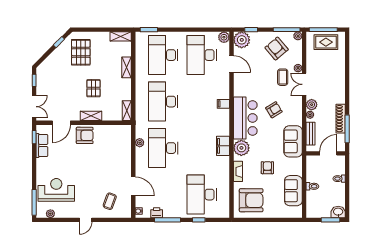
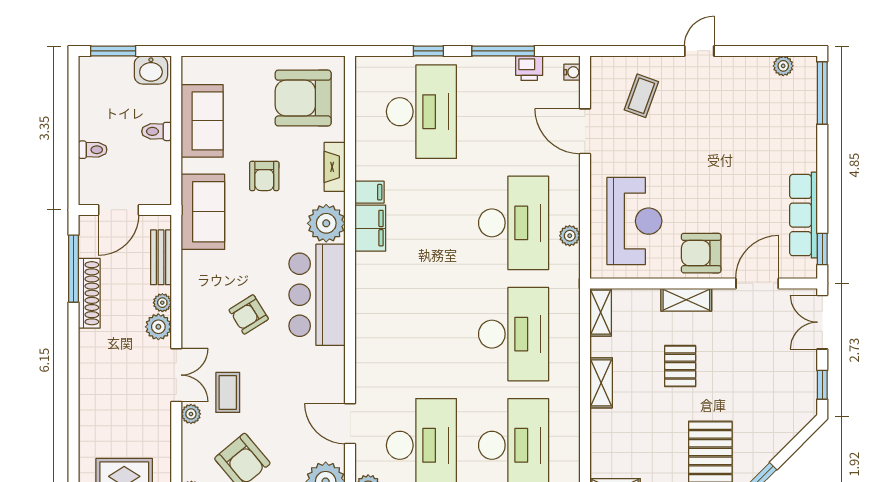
shelving: (127, 67) -> (601, 383), moved
filing cabinet: (223, 104) -> (370, 192), moved
sofa: (293, 141) -> (203, 212), moved
row of seats: (42, 146) -> (804, 215), width x1.48
reception desk: (56, 190) -> (634, 221), moved, turned -90
washbasin: (338, 212) -> (151, 70), moved

